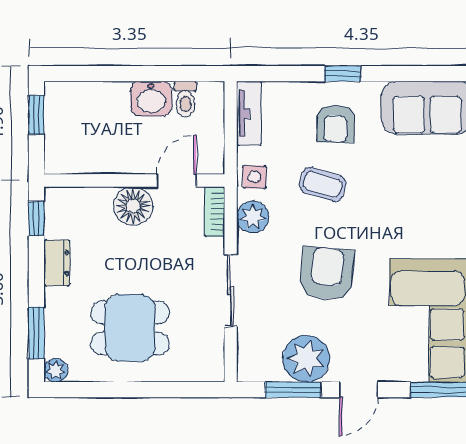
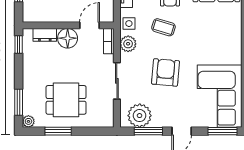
dresser: (57, 263) -> (45, 35), moved, turned 90
plant: (306, 359) -> (140, 116), moved
window: (114, 390) -> (58, 131), added

